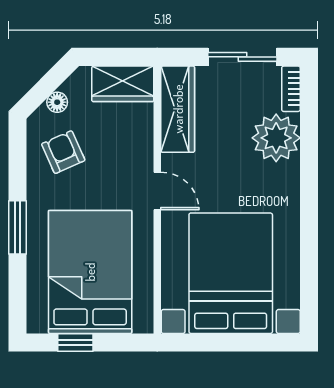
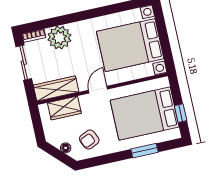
wardrobe: (123, 84) -> (64, 108), moved, turned 90
window: (17, 227) -> (145, 151), moved

